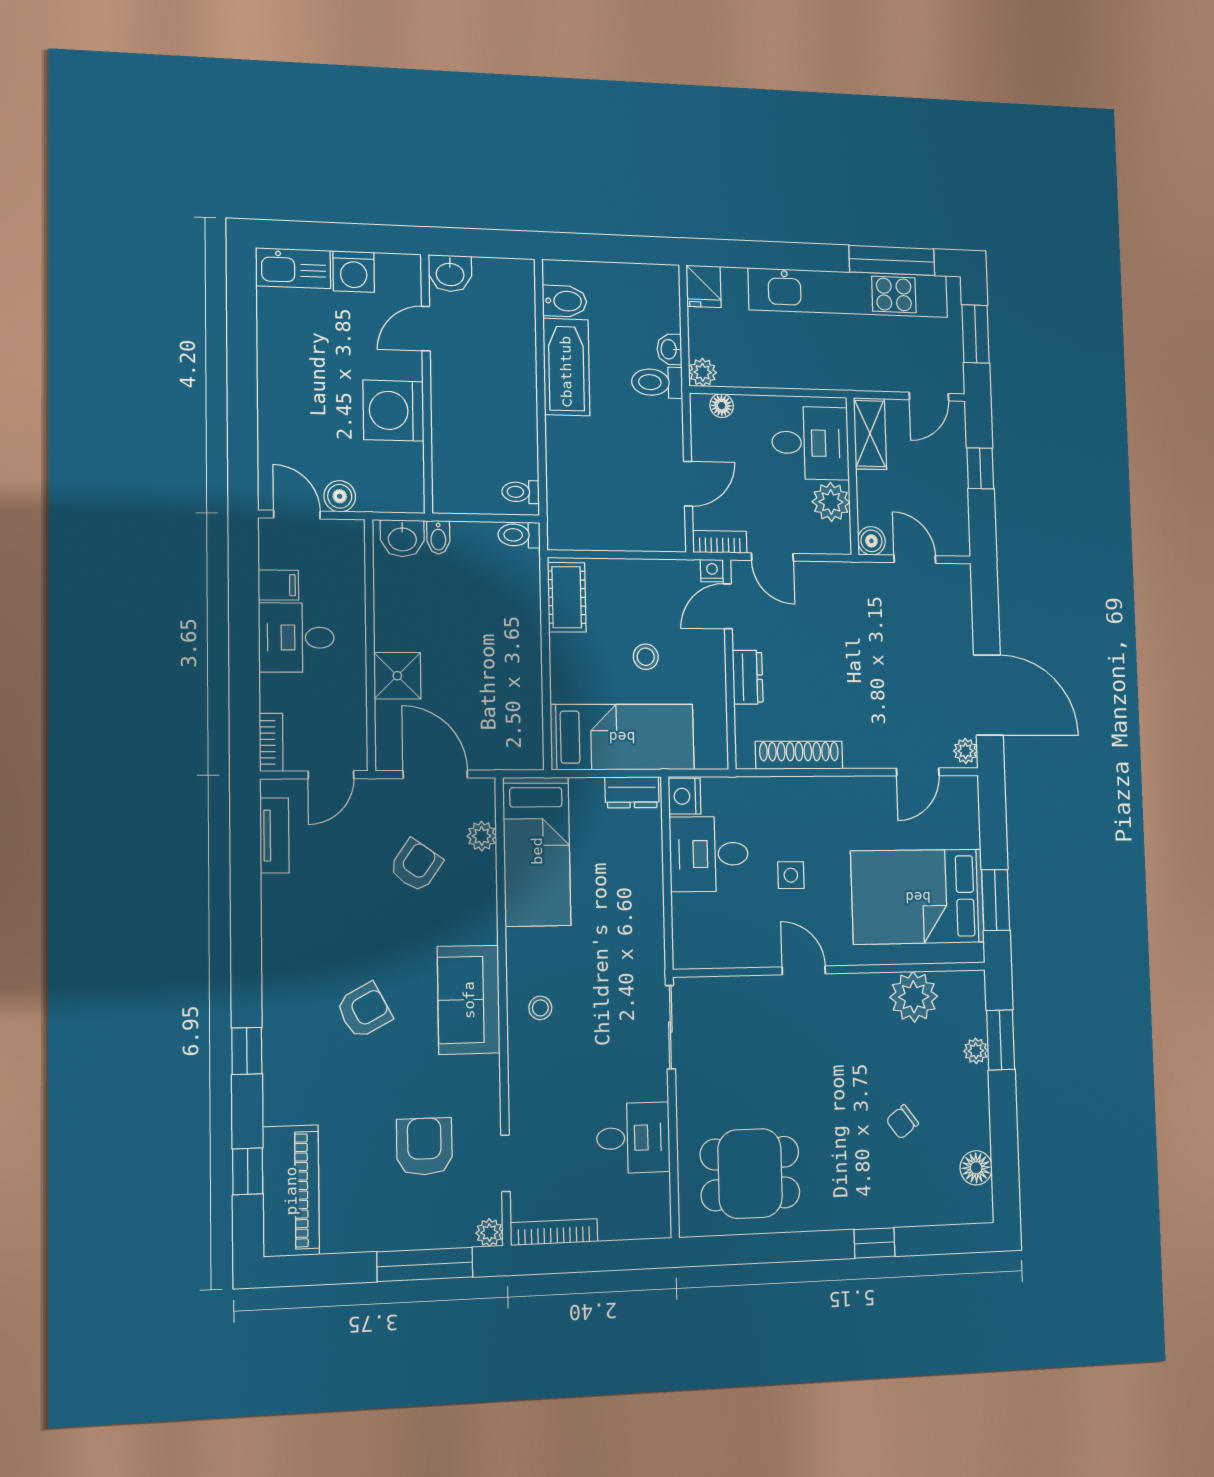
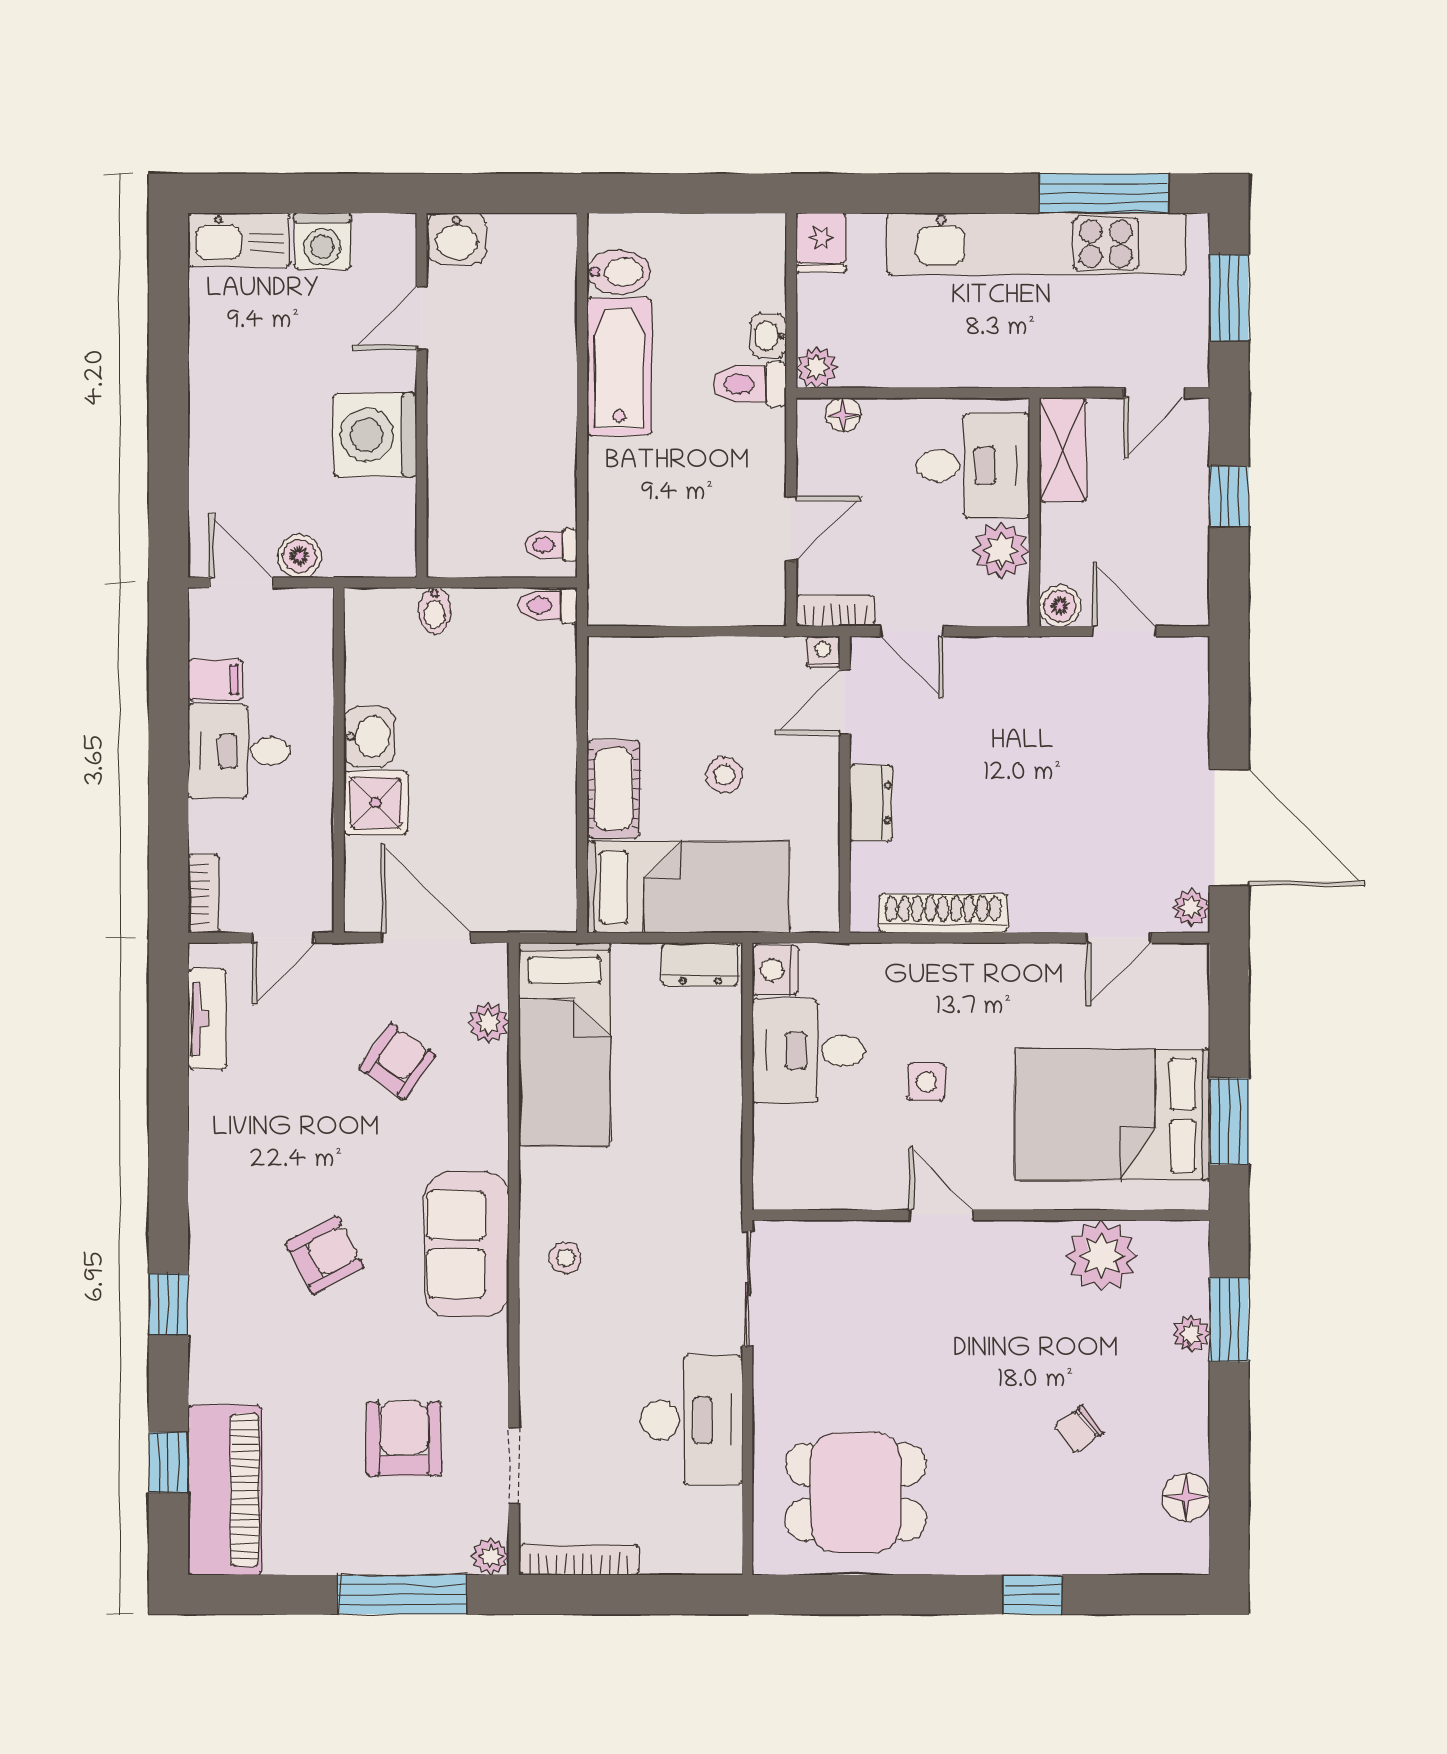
washbasin: (402, 538) -> (369, 737), moved, turned -90
cot: (567, 597) -> (613, 789), moved
desk: (633, 1138) -> (692, 1420), width x1.37

